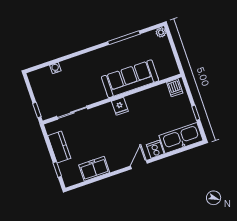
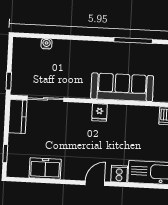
kitchen counter: (59, 147) -> (18, 116), moved

